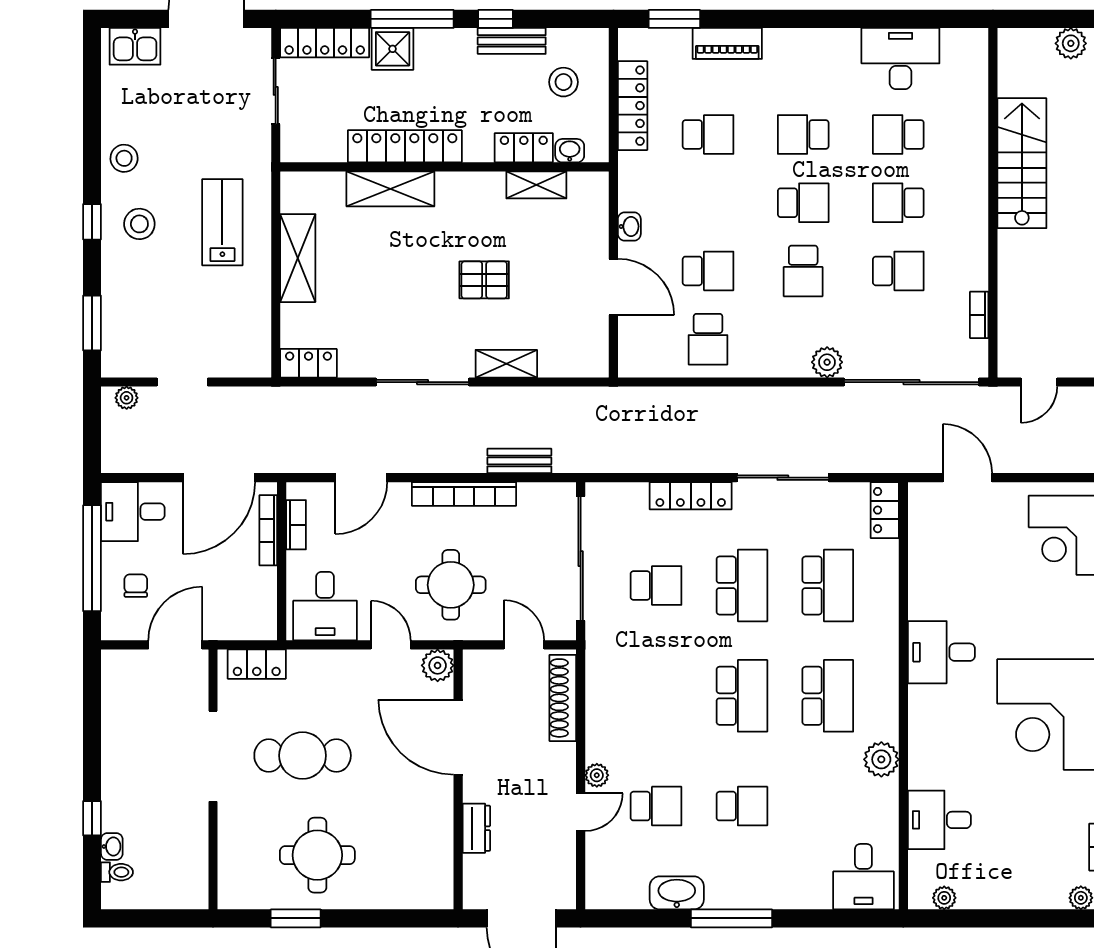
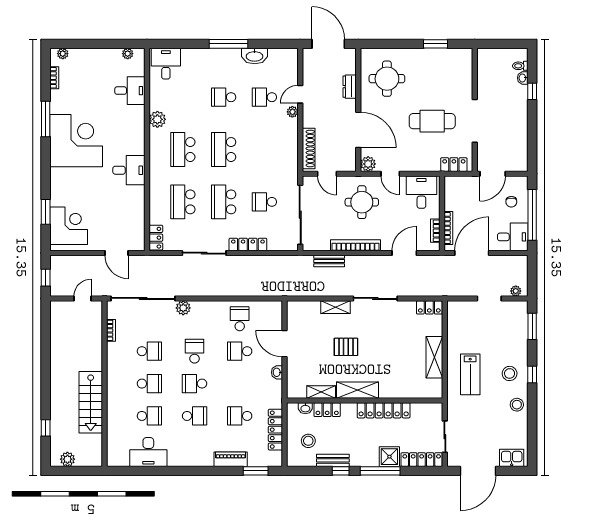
shelving: (390, 189) -> (357, 390), moved
school desk: (898, 271) -> (149, 351), turned 180
round table: (317, 855) -> (387, 79), moved

